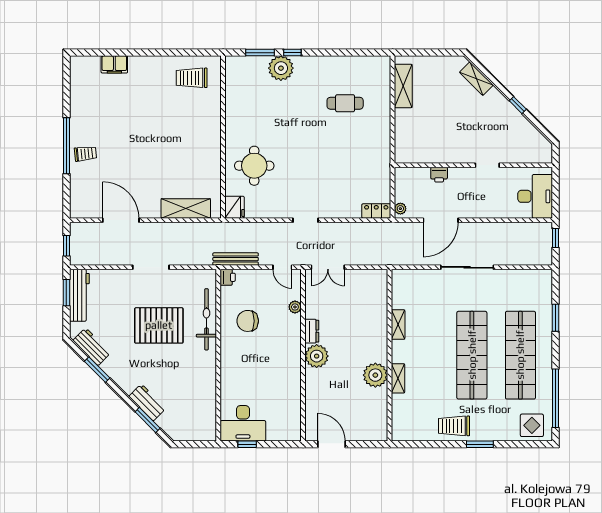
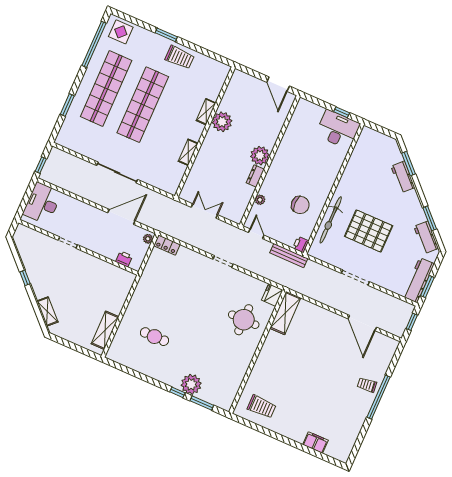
printer: (439, 175) -> (124, 259), moved
shelving: (186, 208) -> (285, 313), moved, turned 90
double door: (328, 267) -> (204, 211), moved

